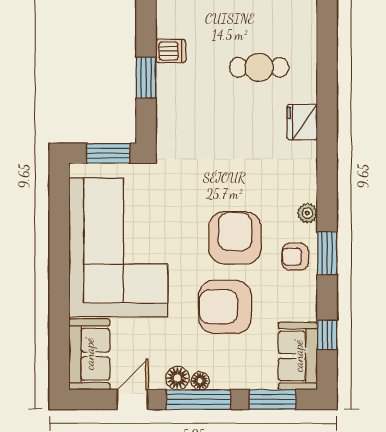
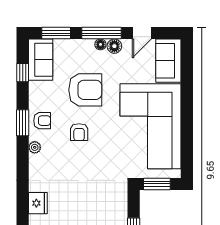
armchair: (235, 238) -> (79, 132), width x0.53, depth x0.53

